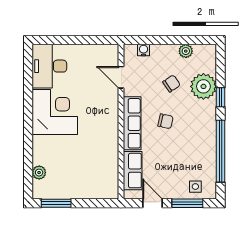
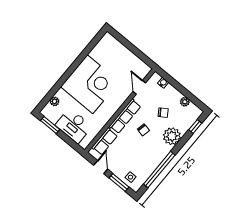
desk: (49, 66) -> (74, 126), moved, turned -90
plant: (203, 86) -> (172, 136), moved
window: (221, 97) -> (195, 126), moved
corner desk: (55, 112) -> (90, 84), width x1.36, depth x1.36

